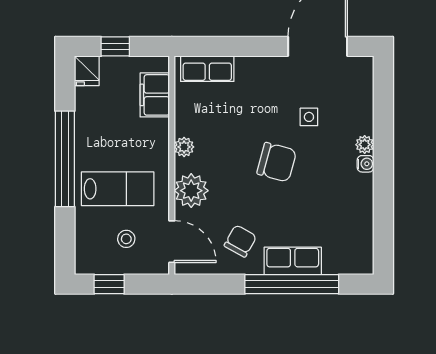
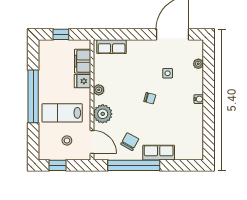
fridge: (87, 71) -> (83, 81), moved, turned 90
plant: (365, 145) -> (198, 64), moved
chair: (277, 162) -> (150, 98), width x0.54, depth x0.54
lab bench: (118, 189) -> (62, 113), turned 180
window: (292, 284) -> (134, 165), moved

